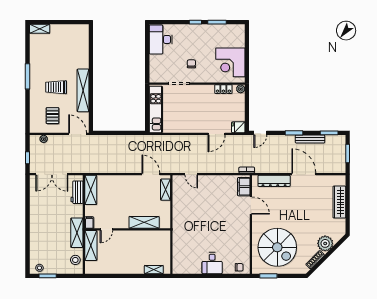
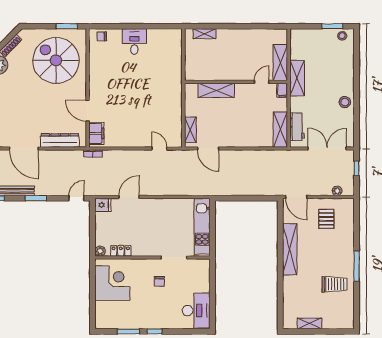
shelving: (40, 29) -> (310, 323), moved
trolley: (56, 87) -> (335, 284), moved
stool: (75, 260) -> (345, 102), moved

